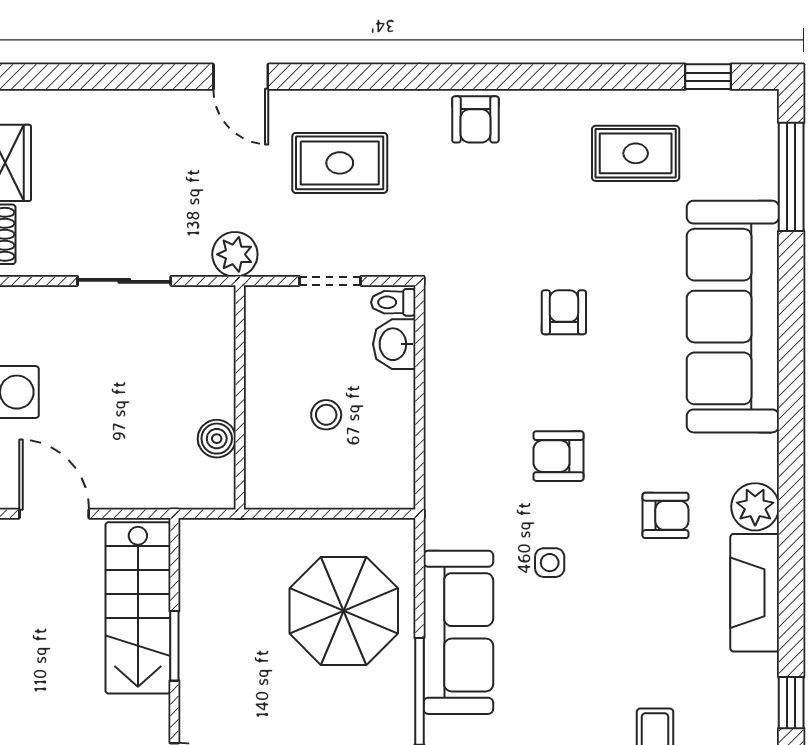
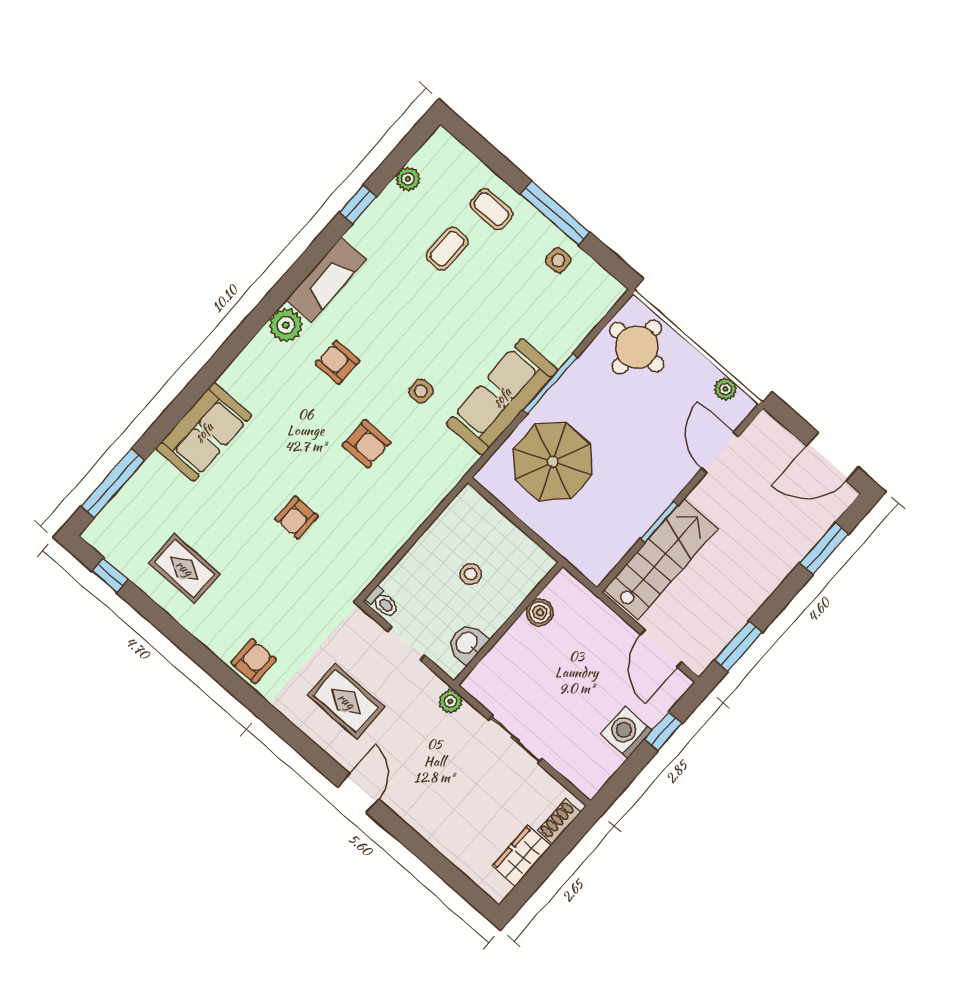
plant: (235, 254) -> (450, 701), width x0.73, depth x0.73
sofa: (733, 317) -> (204, 432), width x0.54, depth x0.79
washbasin: (394, 344) -> (467, 643), moved, turned 180

